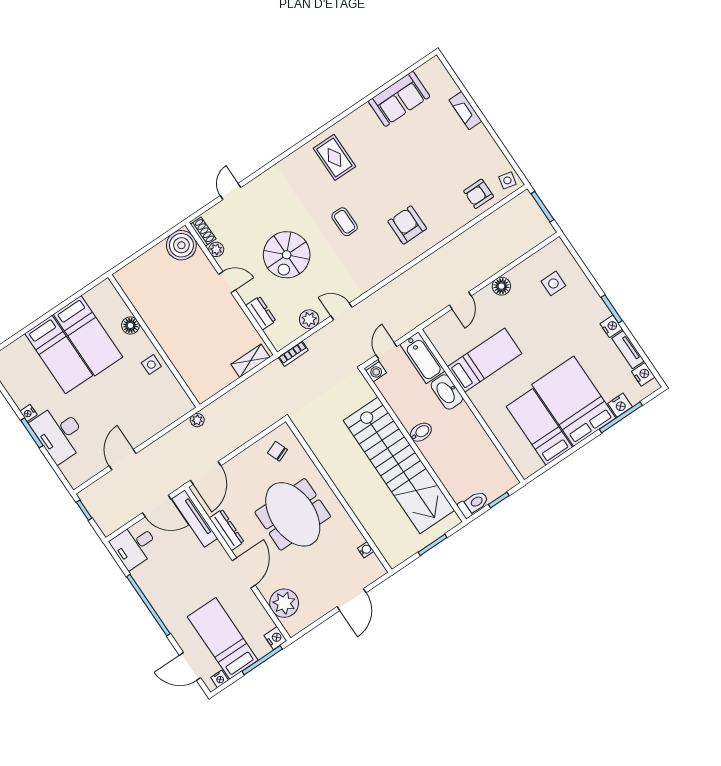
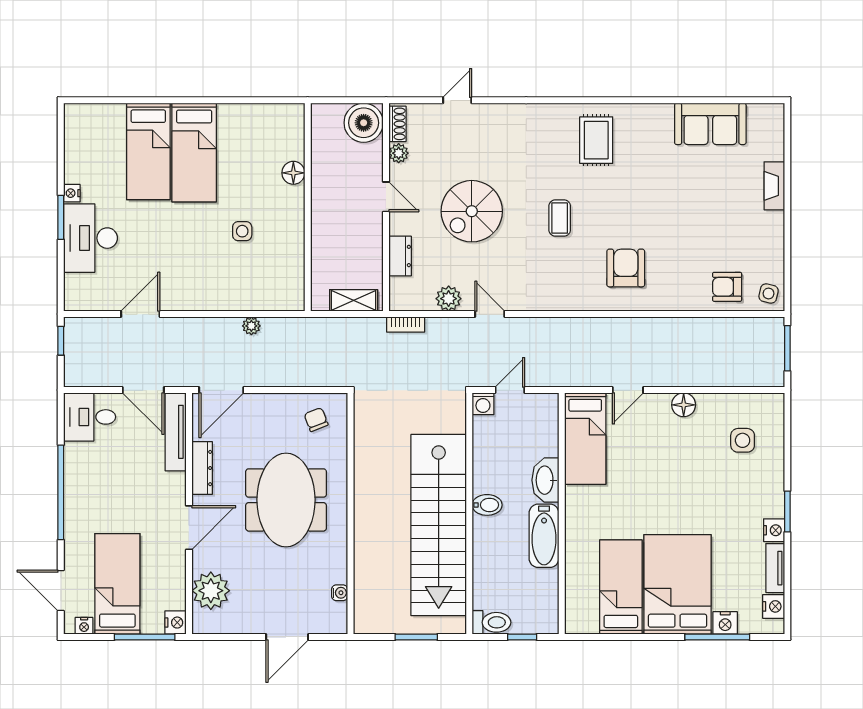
floor lamp: (130, 325) -> (293, 173), moved
wall: (154, 341) -> (308, 207), moved
bathtub: (422, 358) -> (544, 536), moved
bed: (485, 360) -> (585, 439), moved, turned 90

